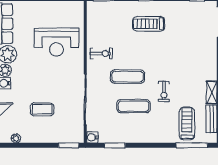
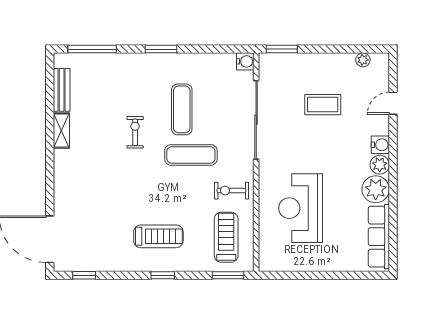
reception desk: (56, 42) -> (301, 208), turned -90
exercise mat: (134, 106) -> (182, 109), turned 90
treadmill: (187, 124) -> (226, 237), moved, turned 180
window: (115, 145) -> (161, 49), moved

